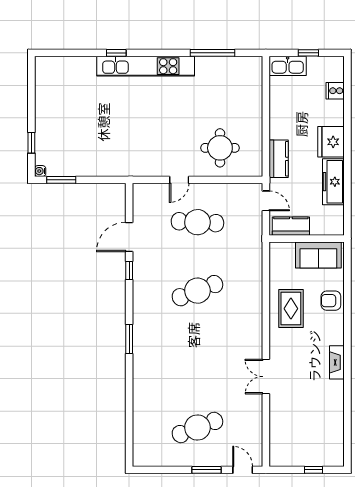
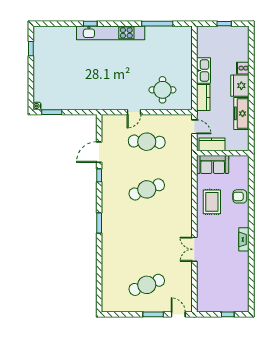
kitchen sink: (288, 66) -> (204, 70), moved, turned -90
cooker: (335, 91) -> (243, 68), moved
window: (31, 143) -> (31, 49), moved
sofa: (318, 255) -> (213, 165), moved

